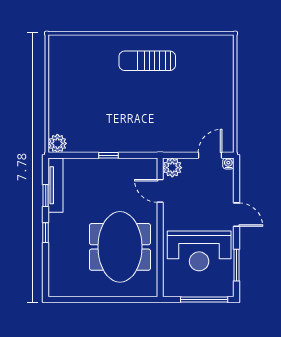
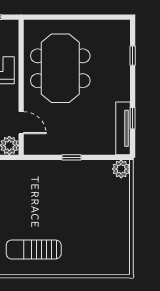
sun lounger: (147, 61) -> (34, 249), turned 180
window: (46, 233) -> (133, 56), moved

